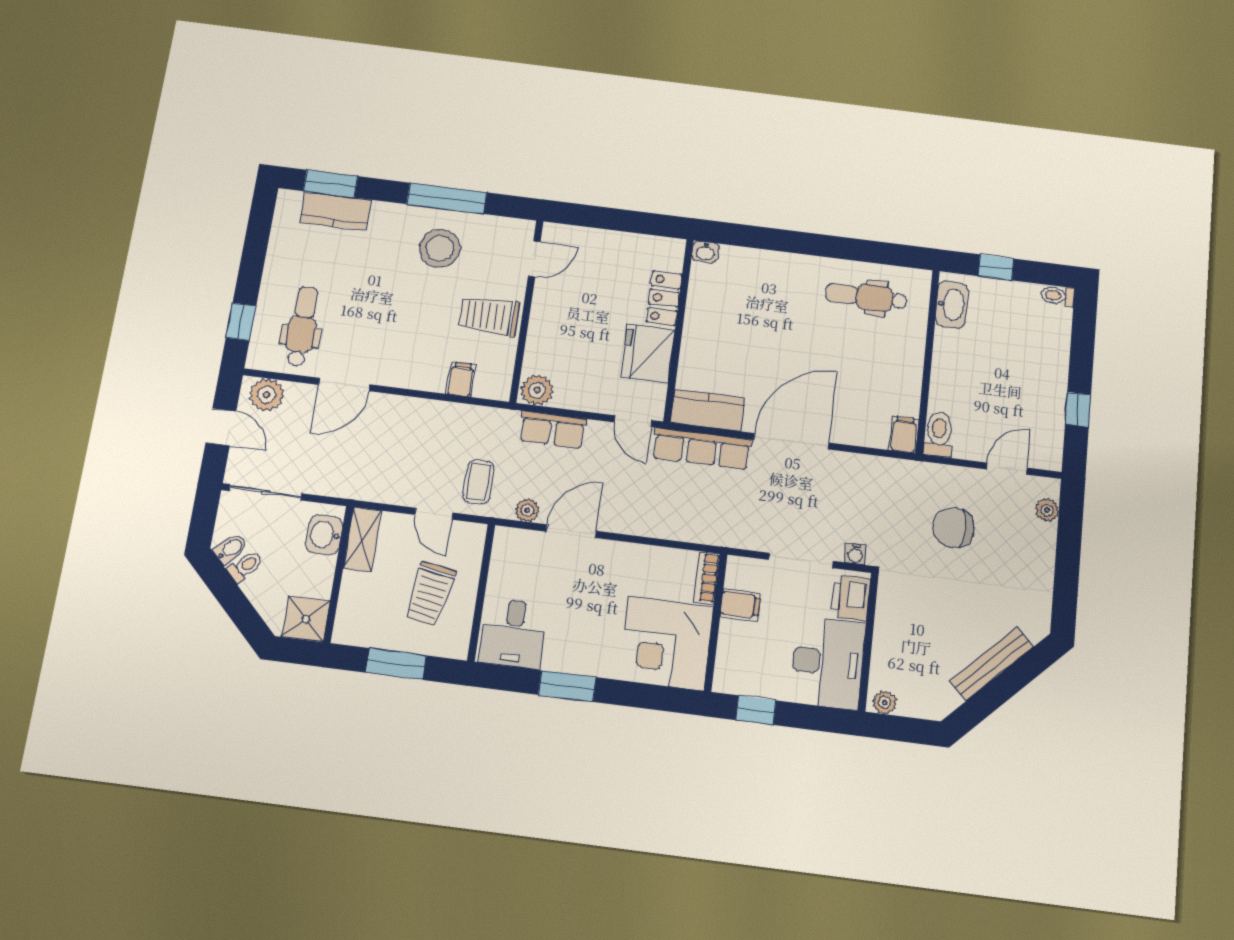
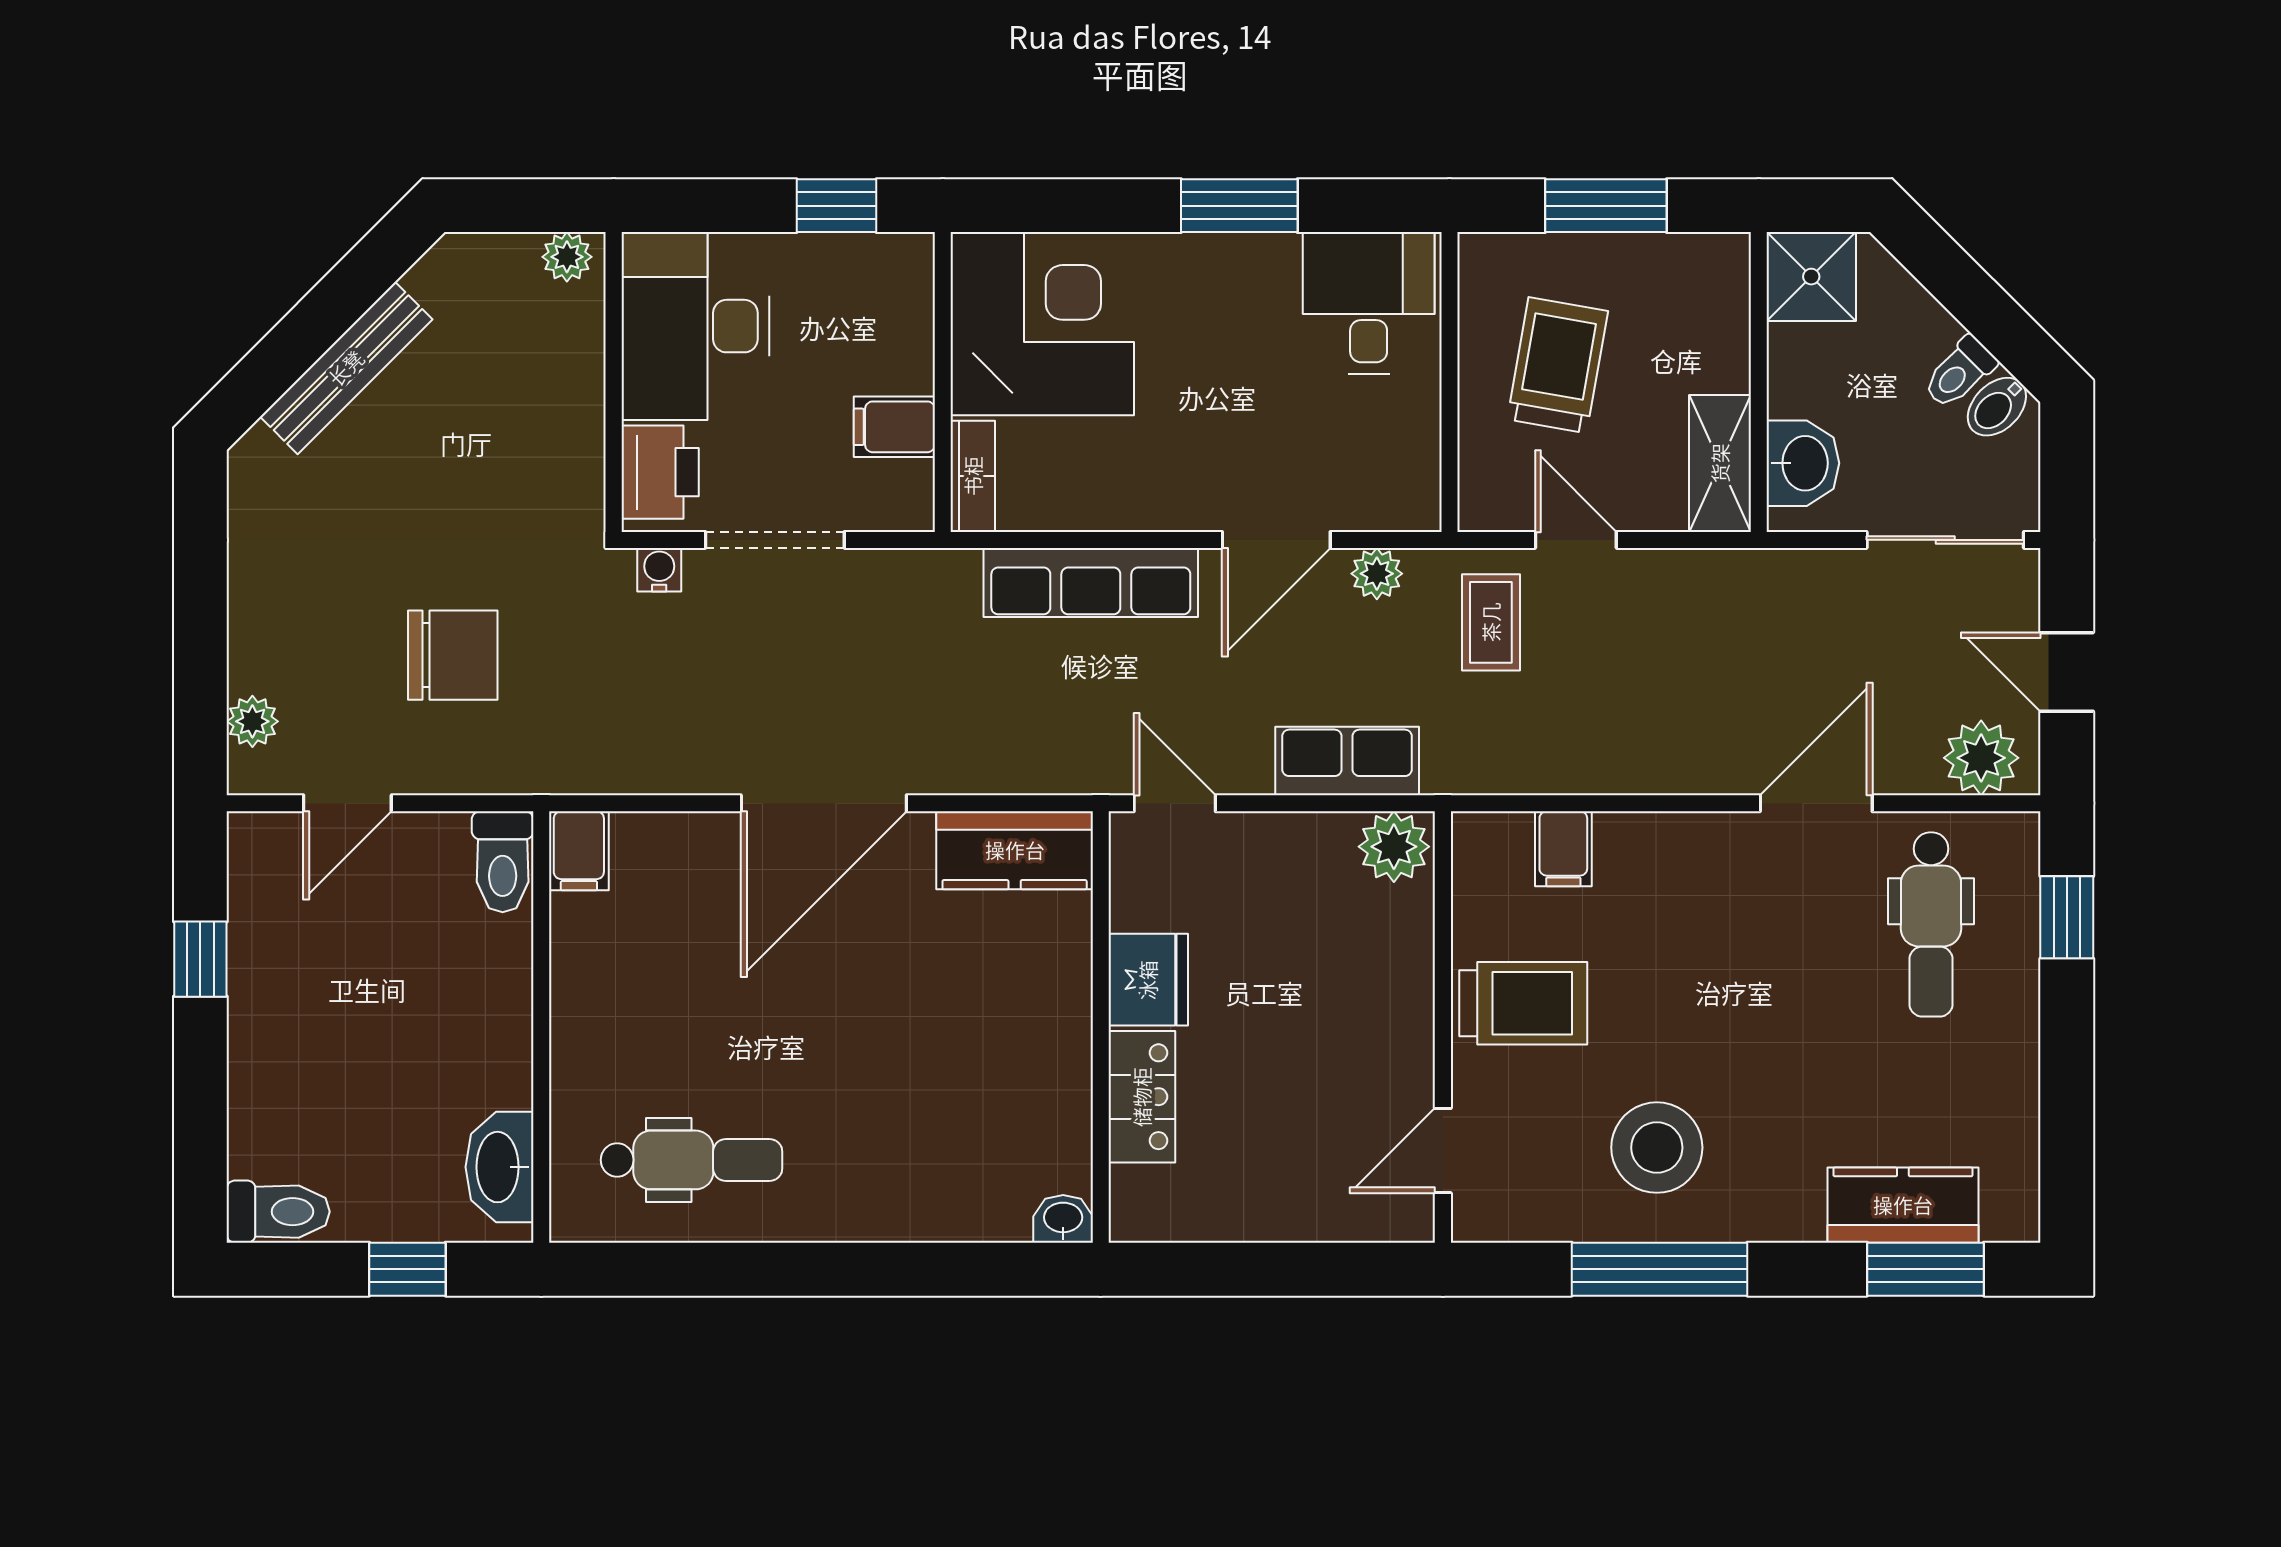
toilet: (1058, 296) -> (278, 1212), width x1.37, depth x1.39
fridge: (648, 353) -> (1148, 980), width x0.73, depth x0.75
row of seats: (702, 449) -> (1091, 583), moved, turned 180

